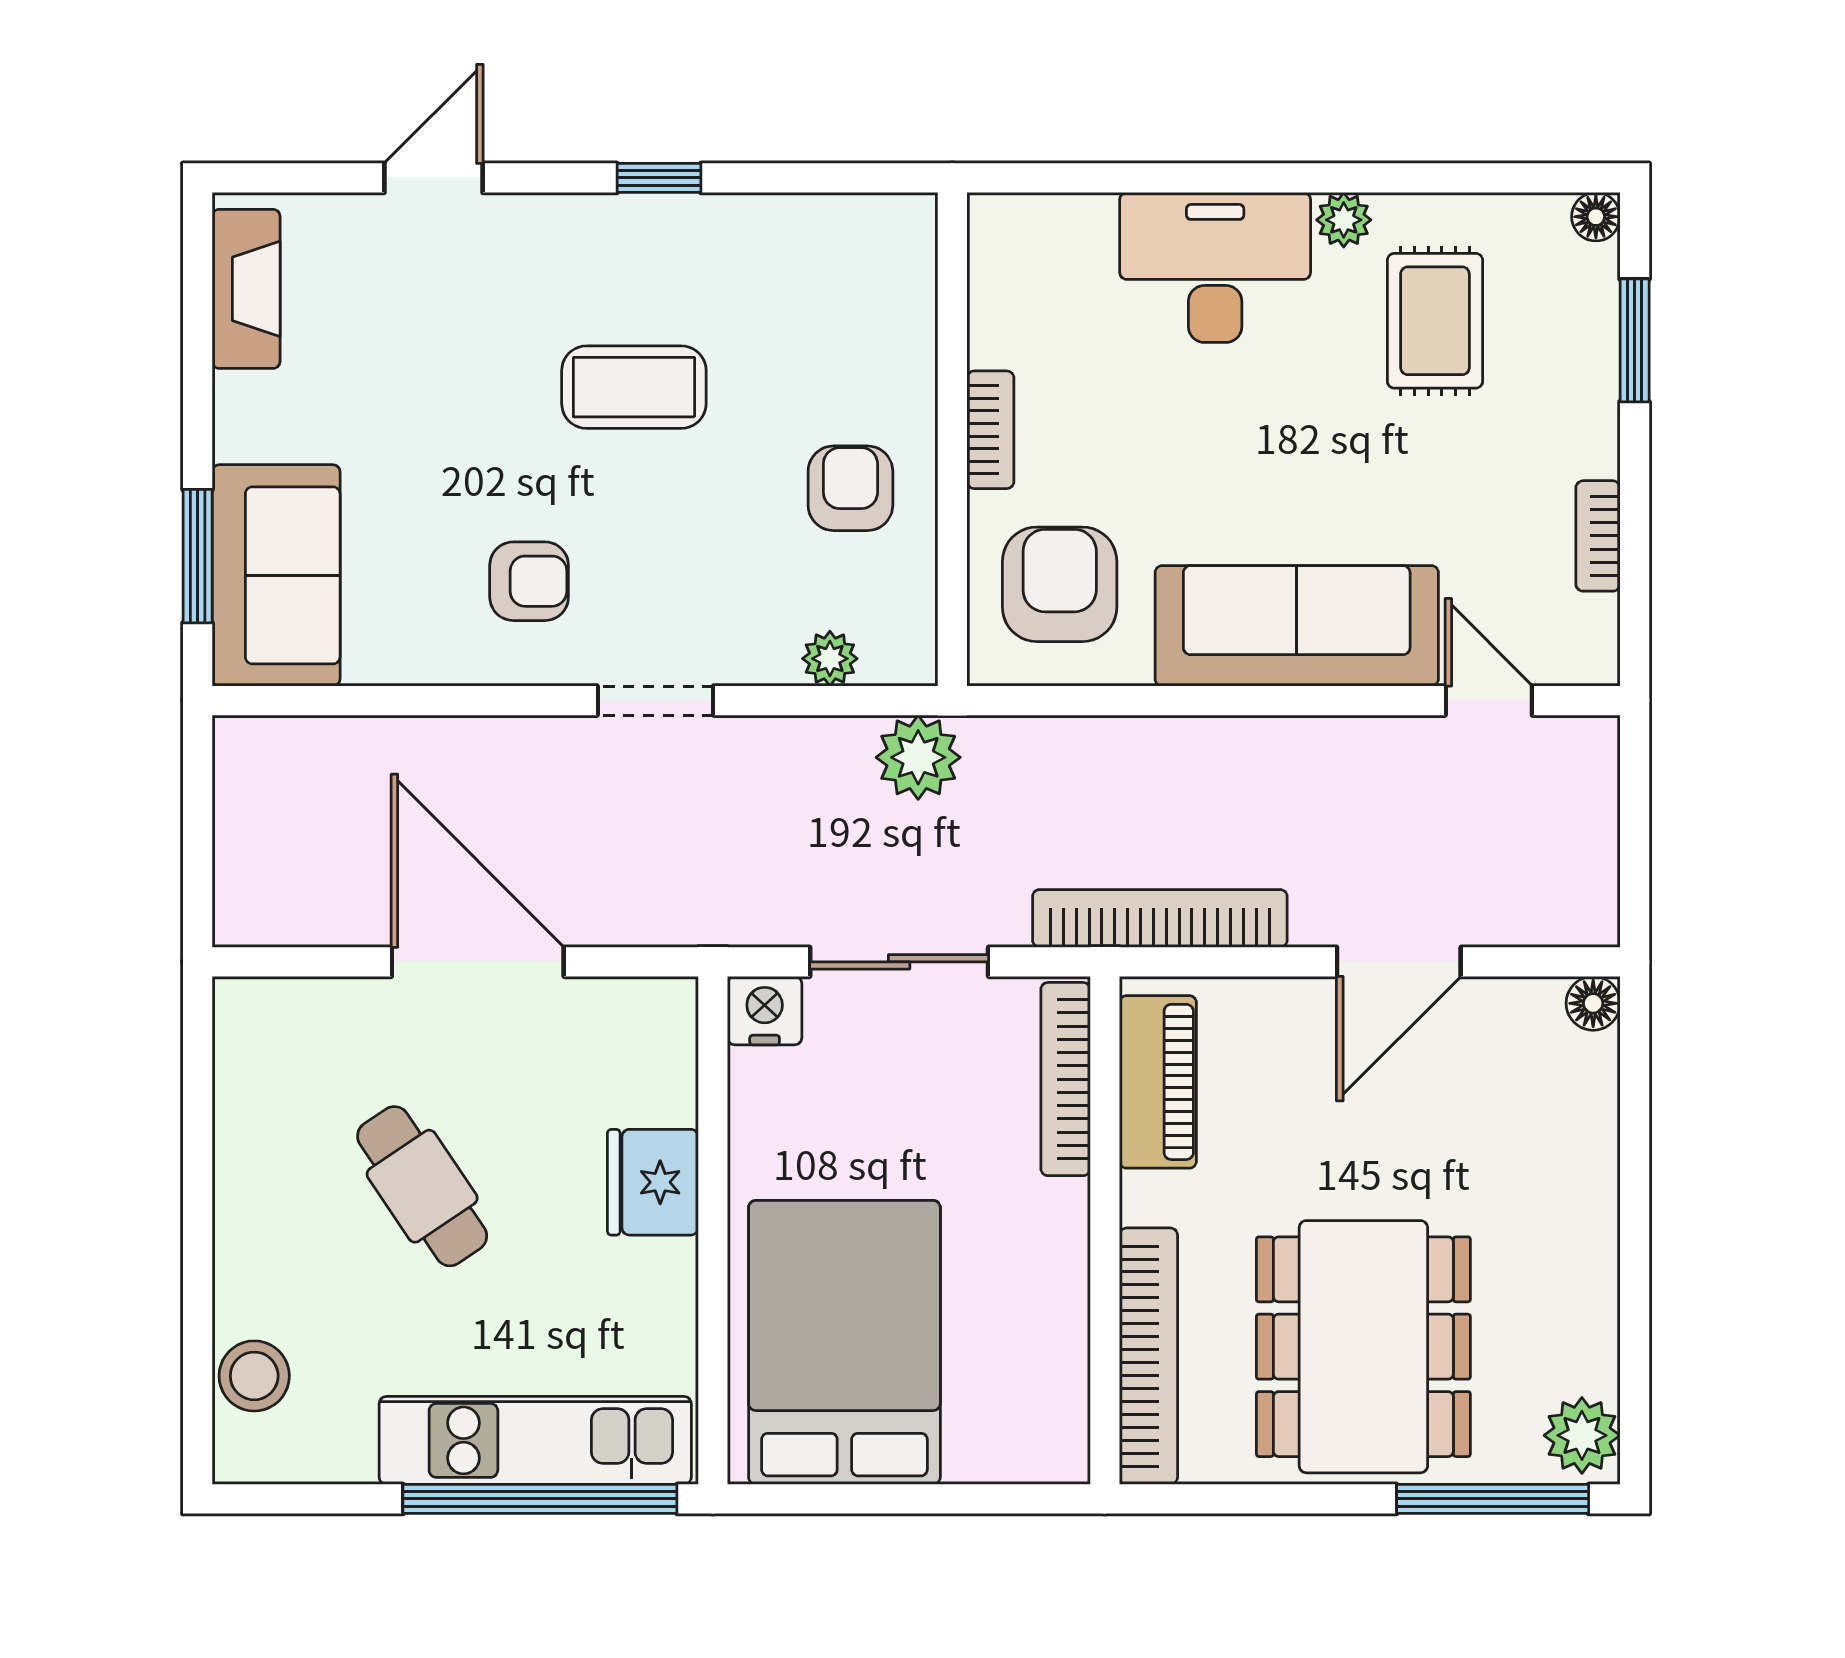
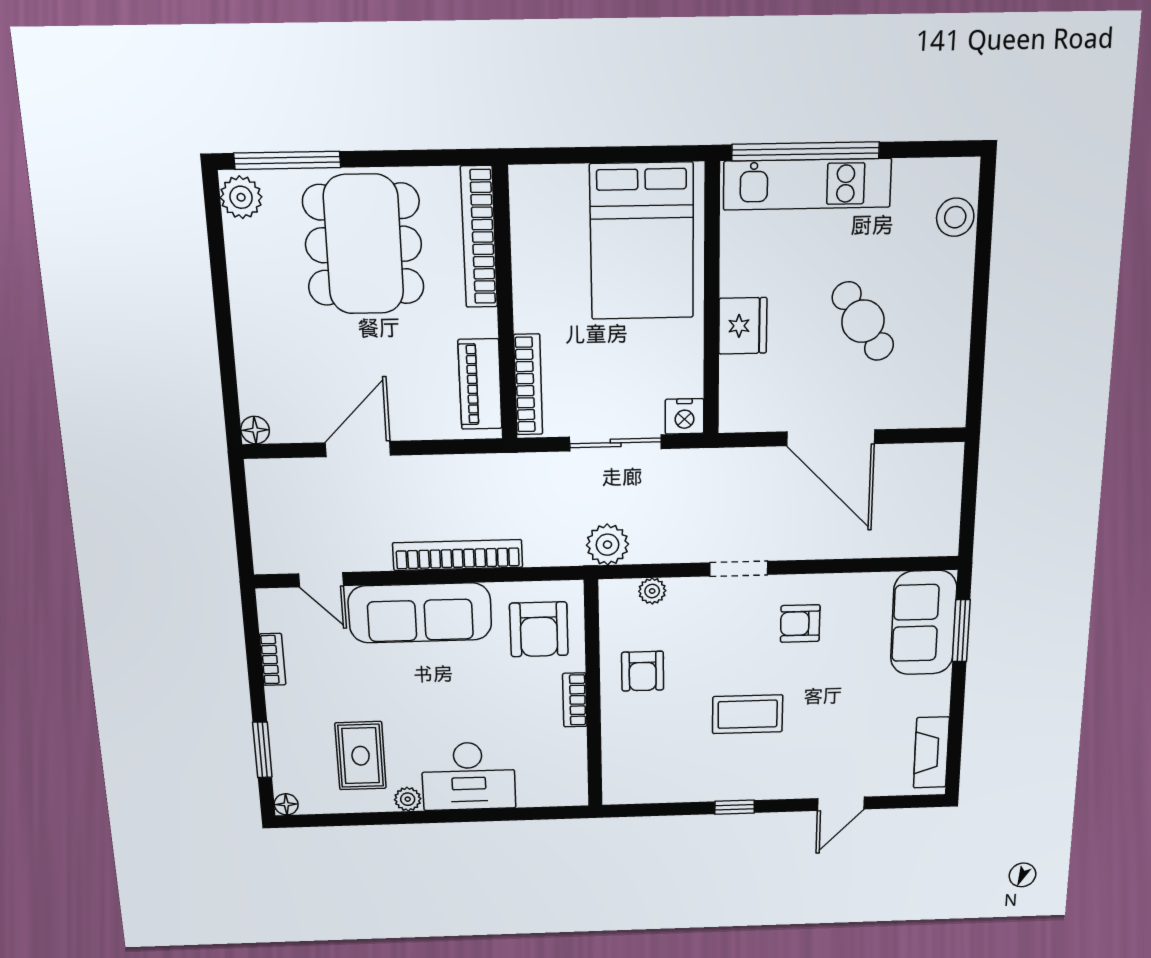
bookcase: (1160, 918) -> (458, 555), moved, turned 180

